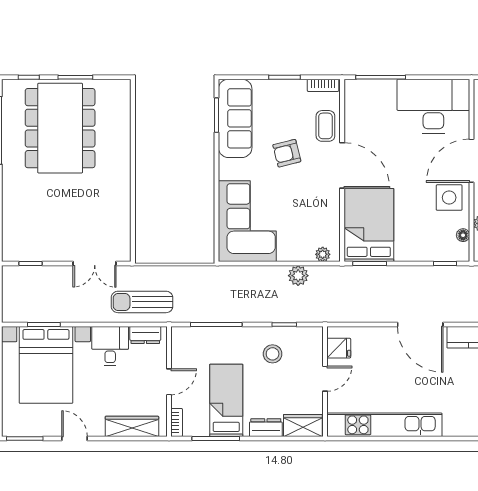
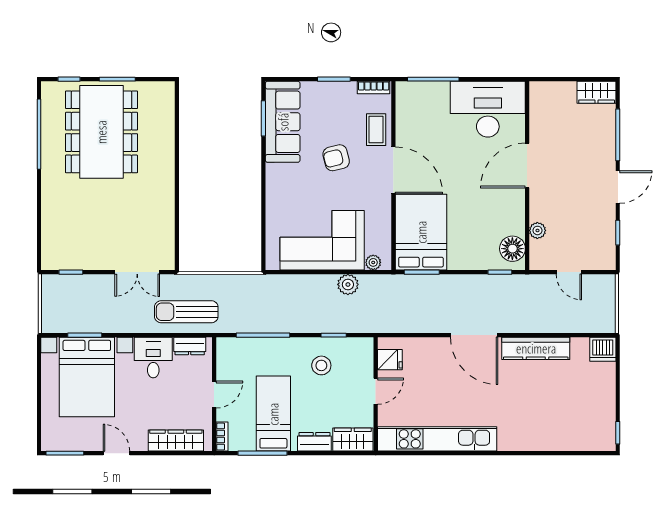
side table: (449, 198) -> (504, 204), removed
corner sofa: (247, 221) -> (322, 240), moved, turned -90
floor lamp: (463, 235) -> (512, 249), width x1.89, depth x1.89

